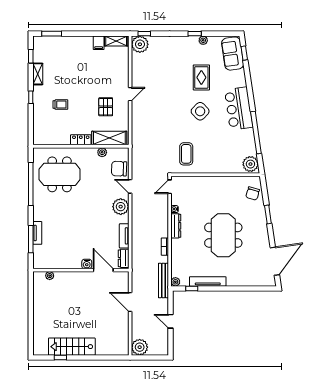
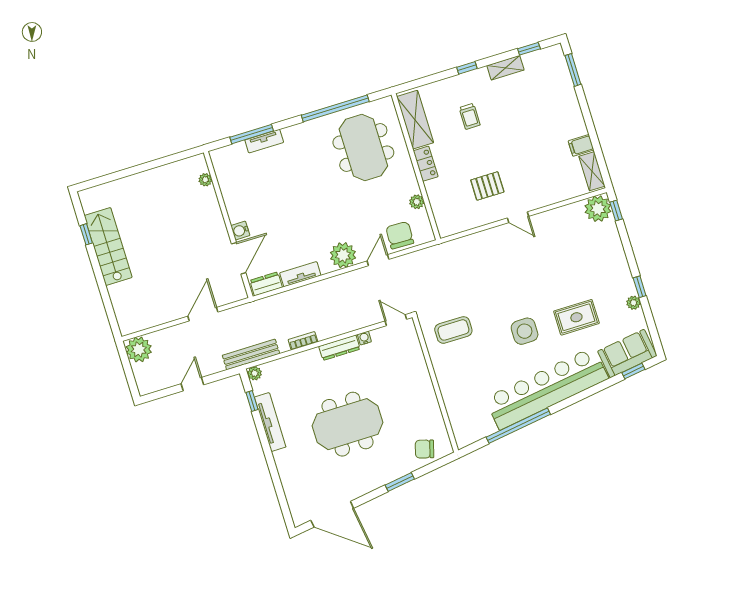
bar counter: (239, 109) -> (547, 388), width x1.86
side table: (200, 111) -> (525, 331), turned 45
shelving: (109, 138) -> (415, 120), moved
plant: (250, 164) -> (468, 432), removed

